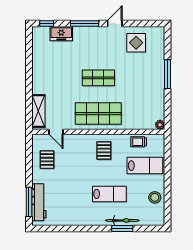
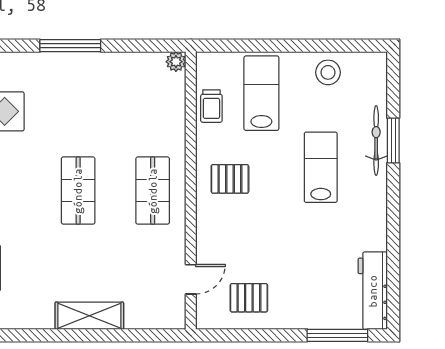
shelving: (38, 111) -> (89, 316), moved
shop shelf: (98, 114) -> (153, 191), width x0.70, depth x0.74
workbench: (39, 202) -> (373, 291), moved, turned -90

